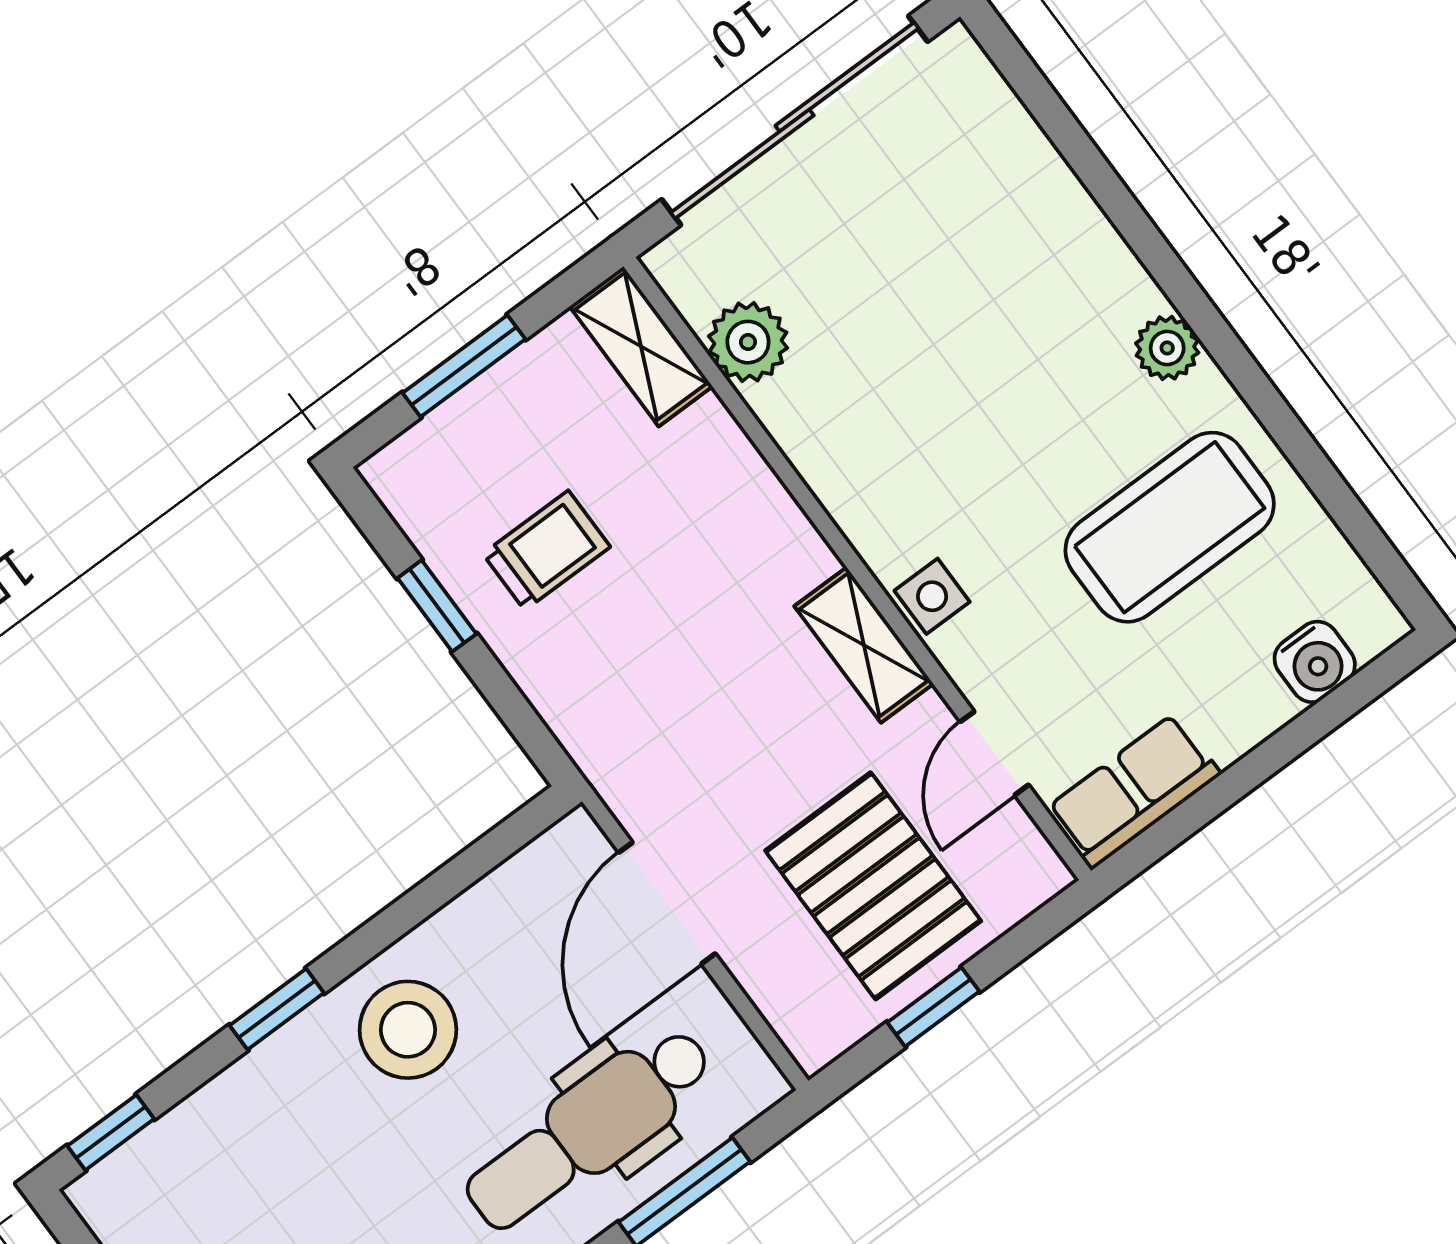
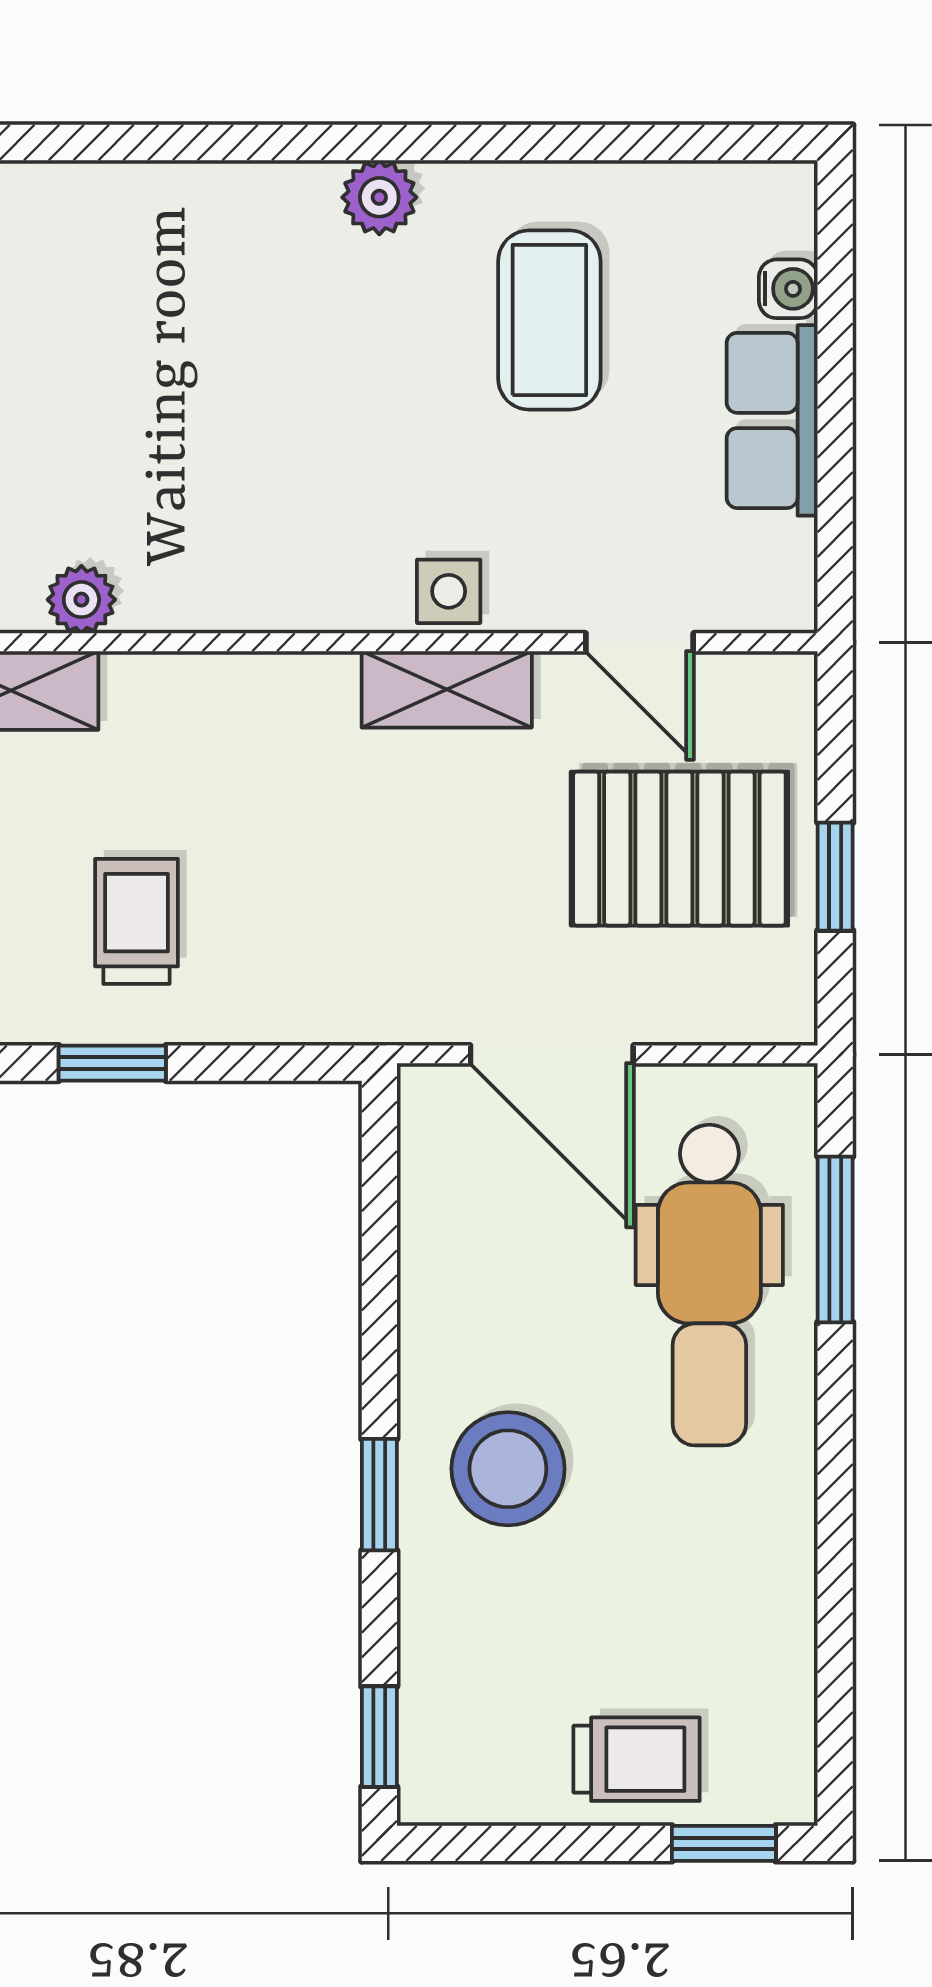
plant: (748, 342) -> (81, 600), width x0.73, depth x0.73
coffee table: (1170, 527) -> (549, 320), width x0.73, depth x0.76
water cooler: (1315, 662) -> (788, 289), width x0.72, depth x0.72
row of seats: (1133, 791) -> (772, 420), moved
stool: (408, 1030) -> (508, 1469), moved

